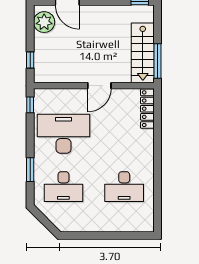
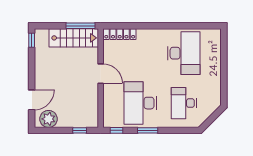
window: (30, 170) -> (148, 130), moved
desk: (63, 187) -> (184, 103), turned 180
desk: (124, 187) -> (184, 53), width x1.36, depth x1.30

